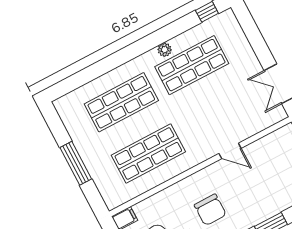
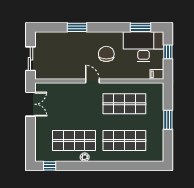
door: (230, 151) -> (92, 81), moved
window: (76, 163) -> (168, 120), width x0.69

